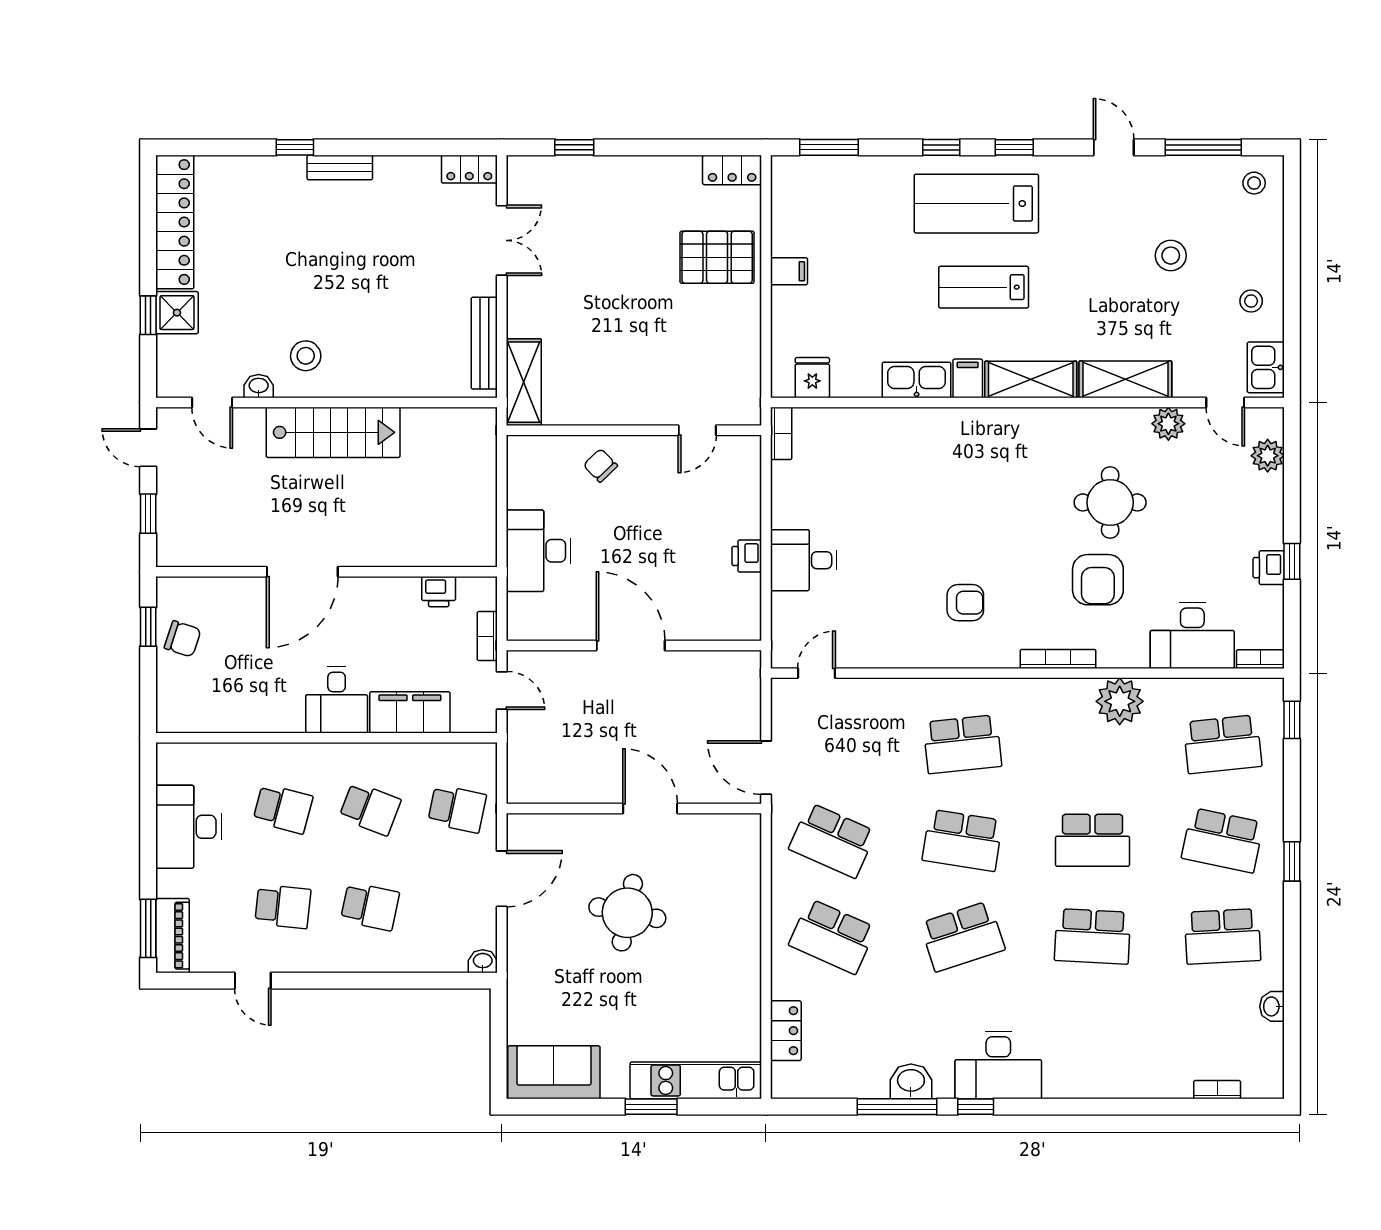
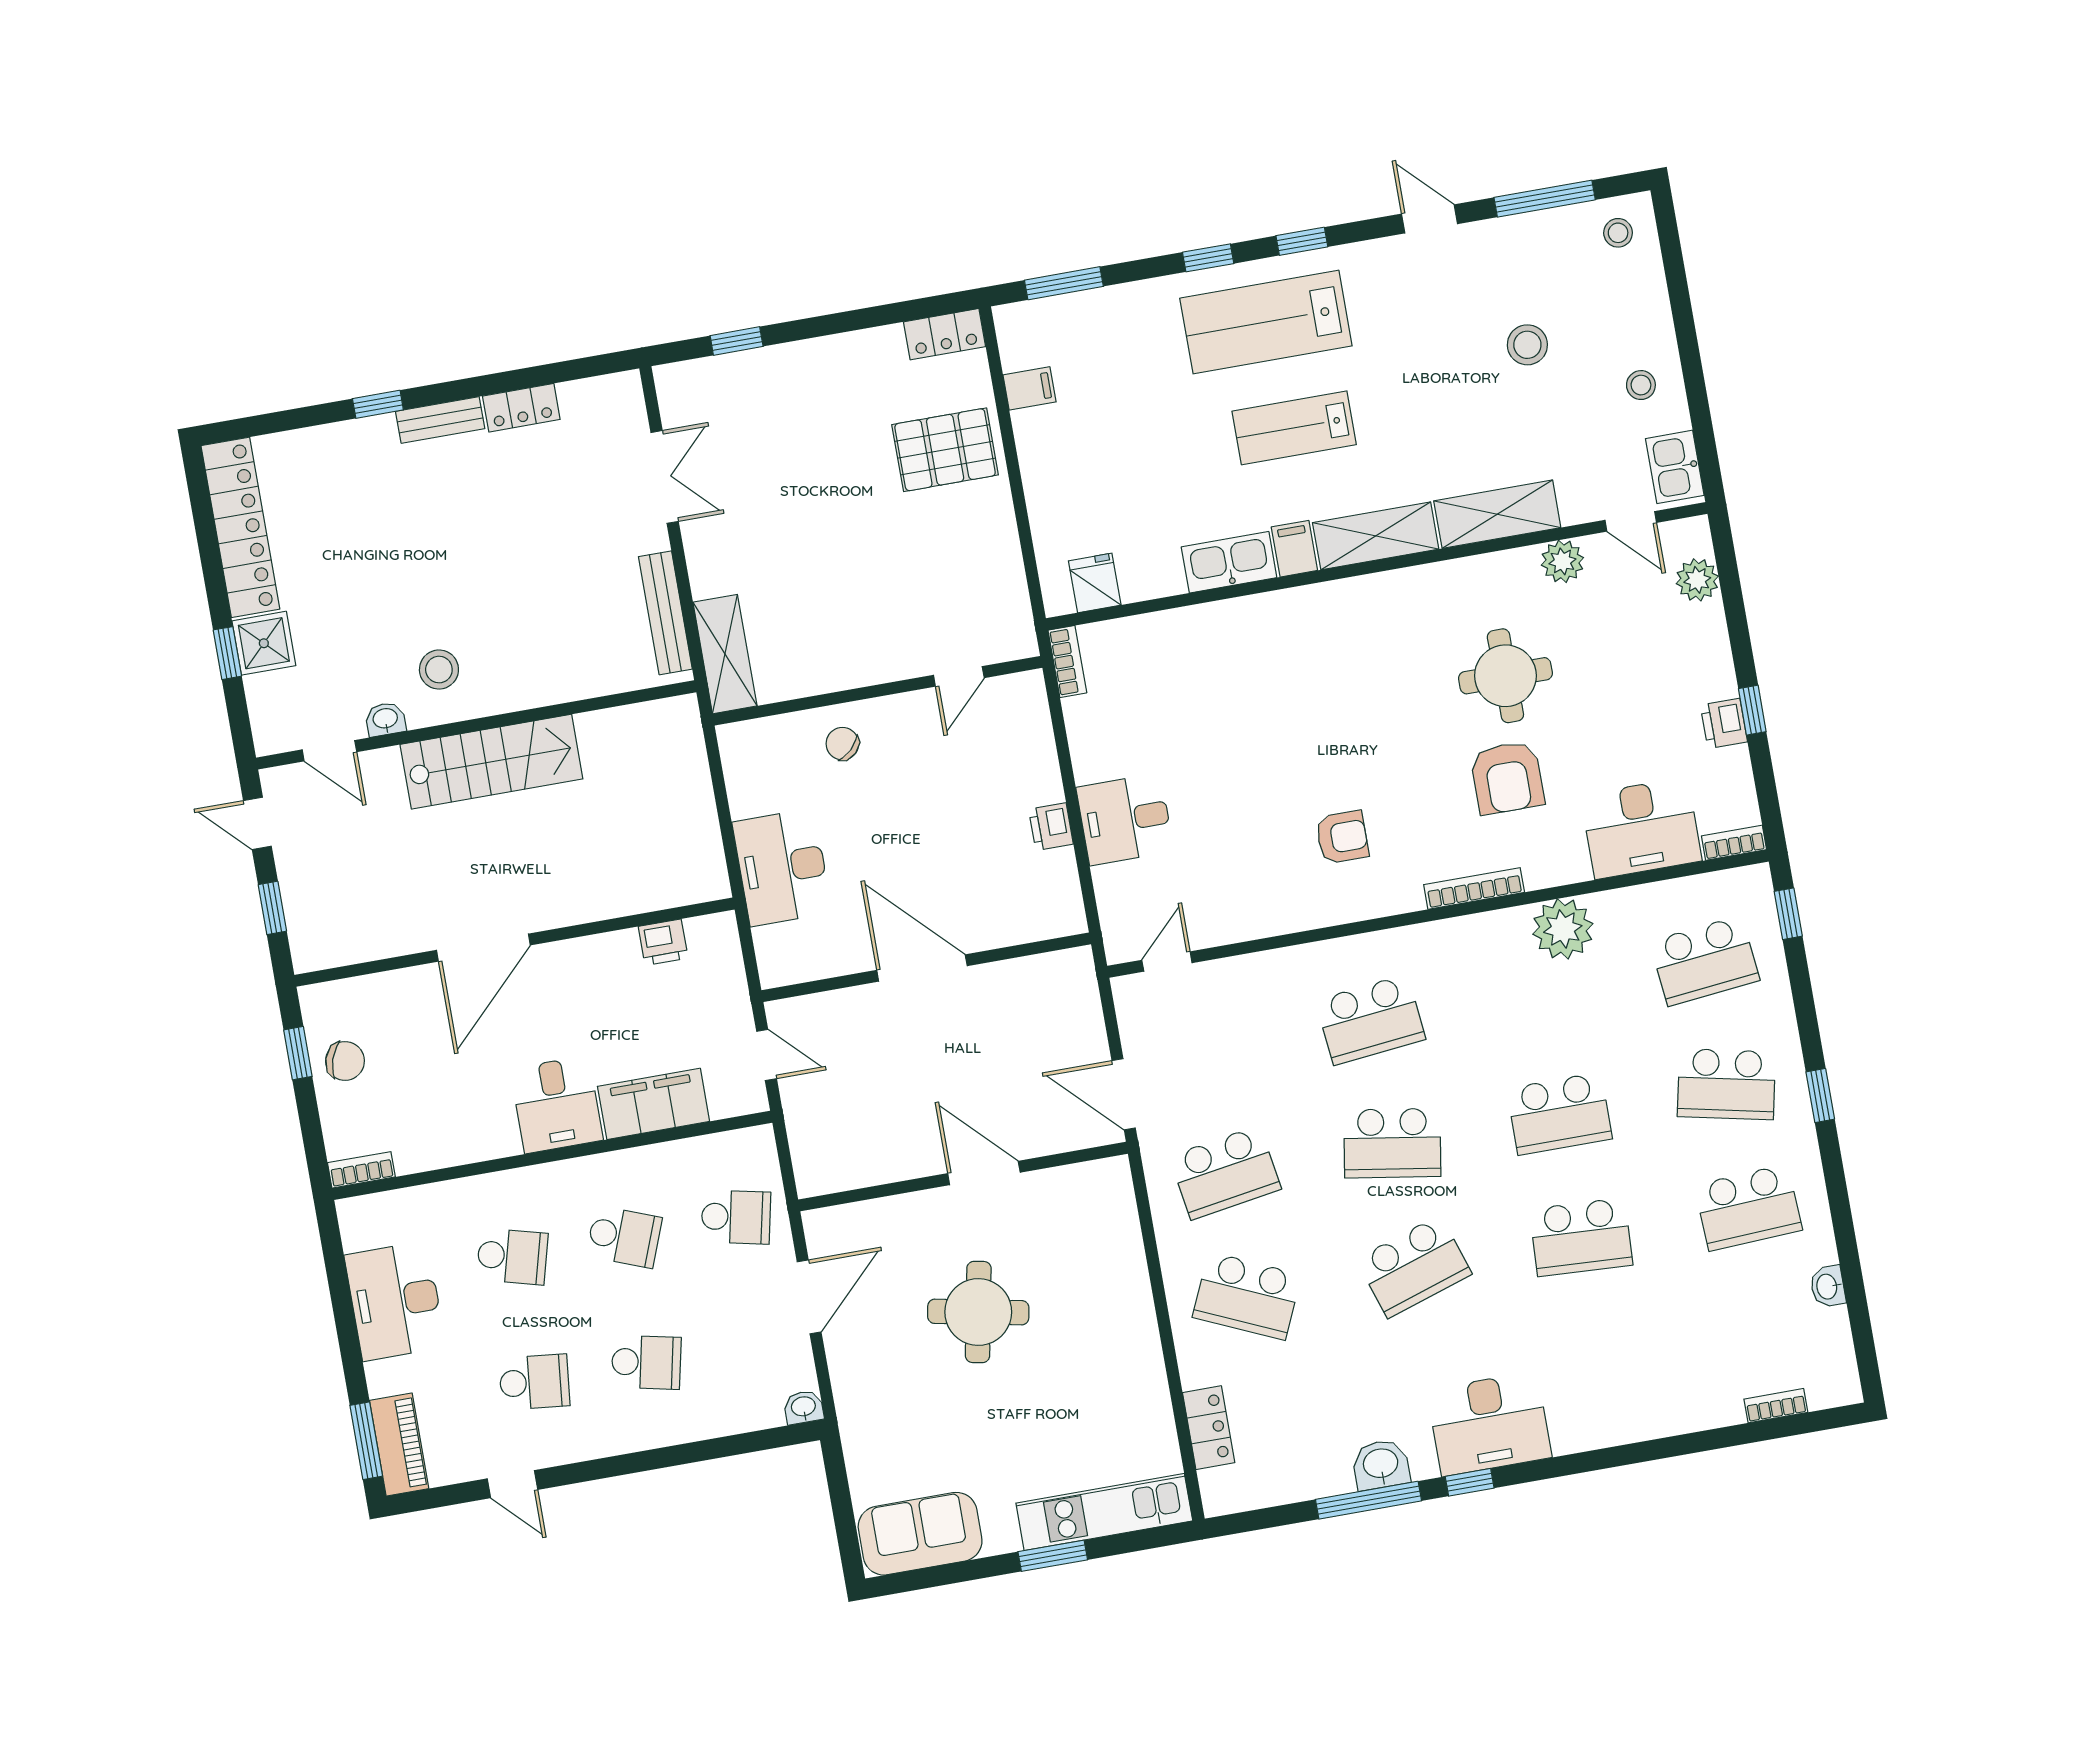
locker: (469, 169) -> (521, 408), moved
filing cabinet: (789, 271) -> (1030, 388), moved
bookcase: (487, 636) -> (361, 1170), moved, turned 90
school desk: (832, 840) -> (1225, 1173), turned -33

